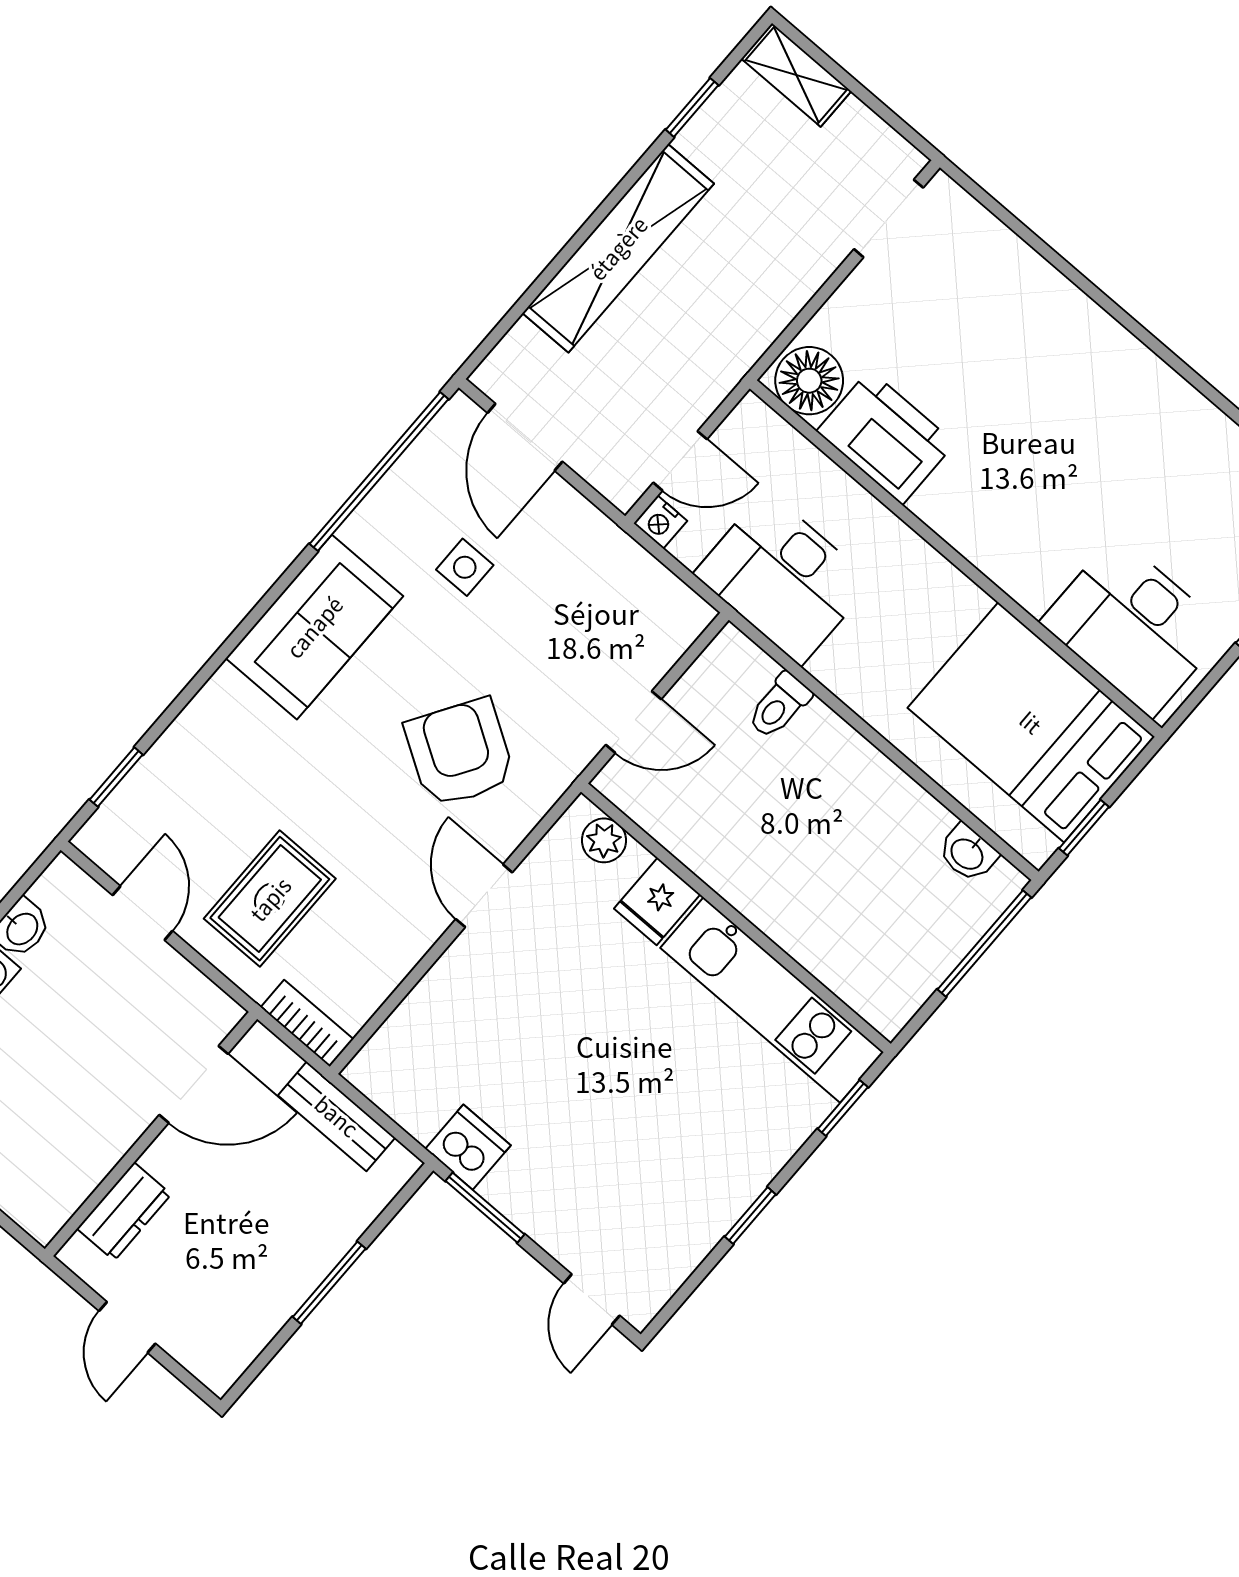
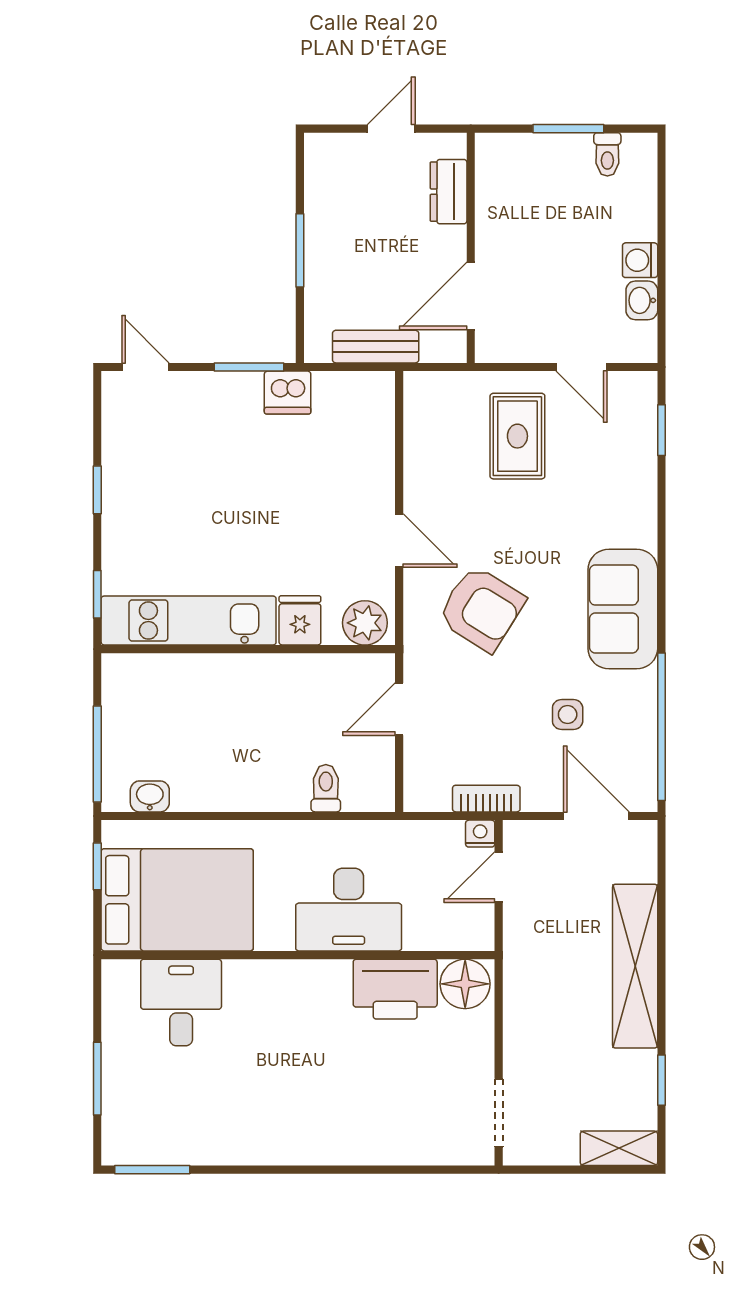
desk: (783, 578) -> (349, 910), moved, turned 180
desk: (1134, 626) -> (181, 1002), width x0.73
plant: (604, 840) -> (365, 623), width x1.38, depth x1.38
bookcase: (307, 1023) -> (486, 799), moved, turned 180
door: (127, 1327) -> (391, 129), hinge flipped

